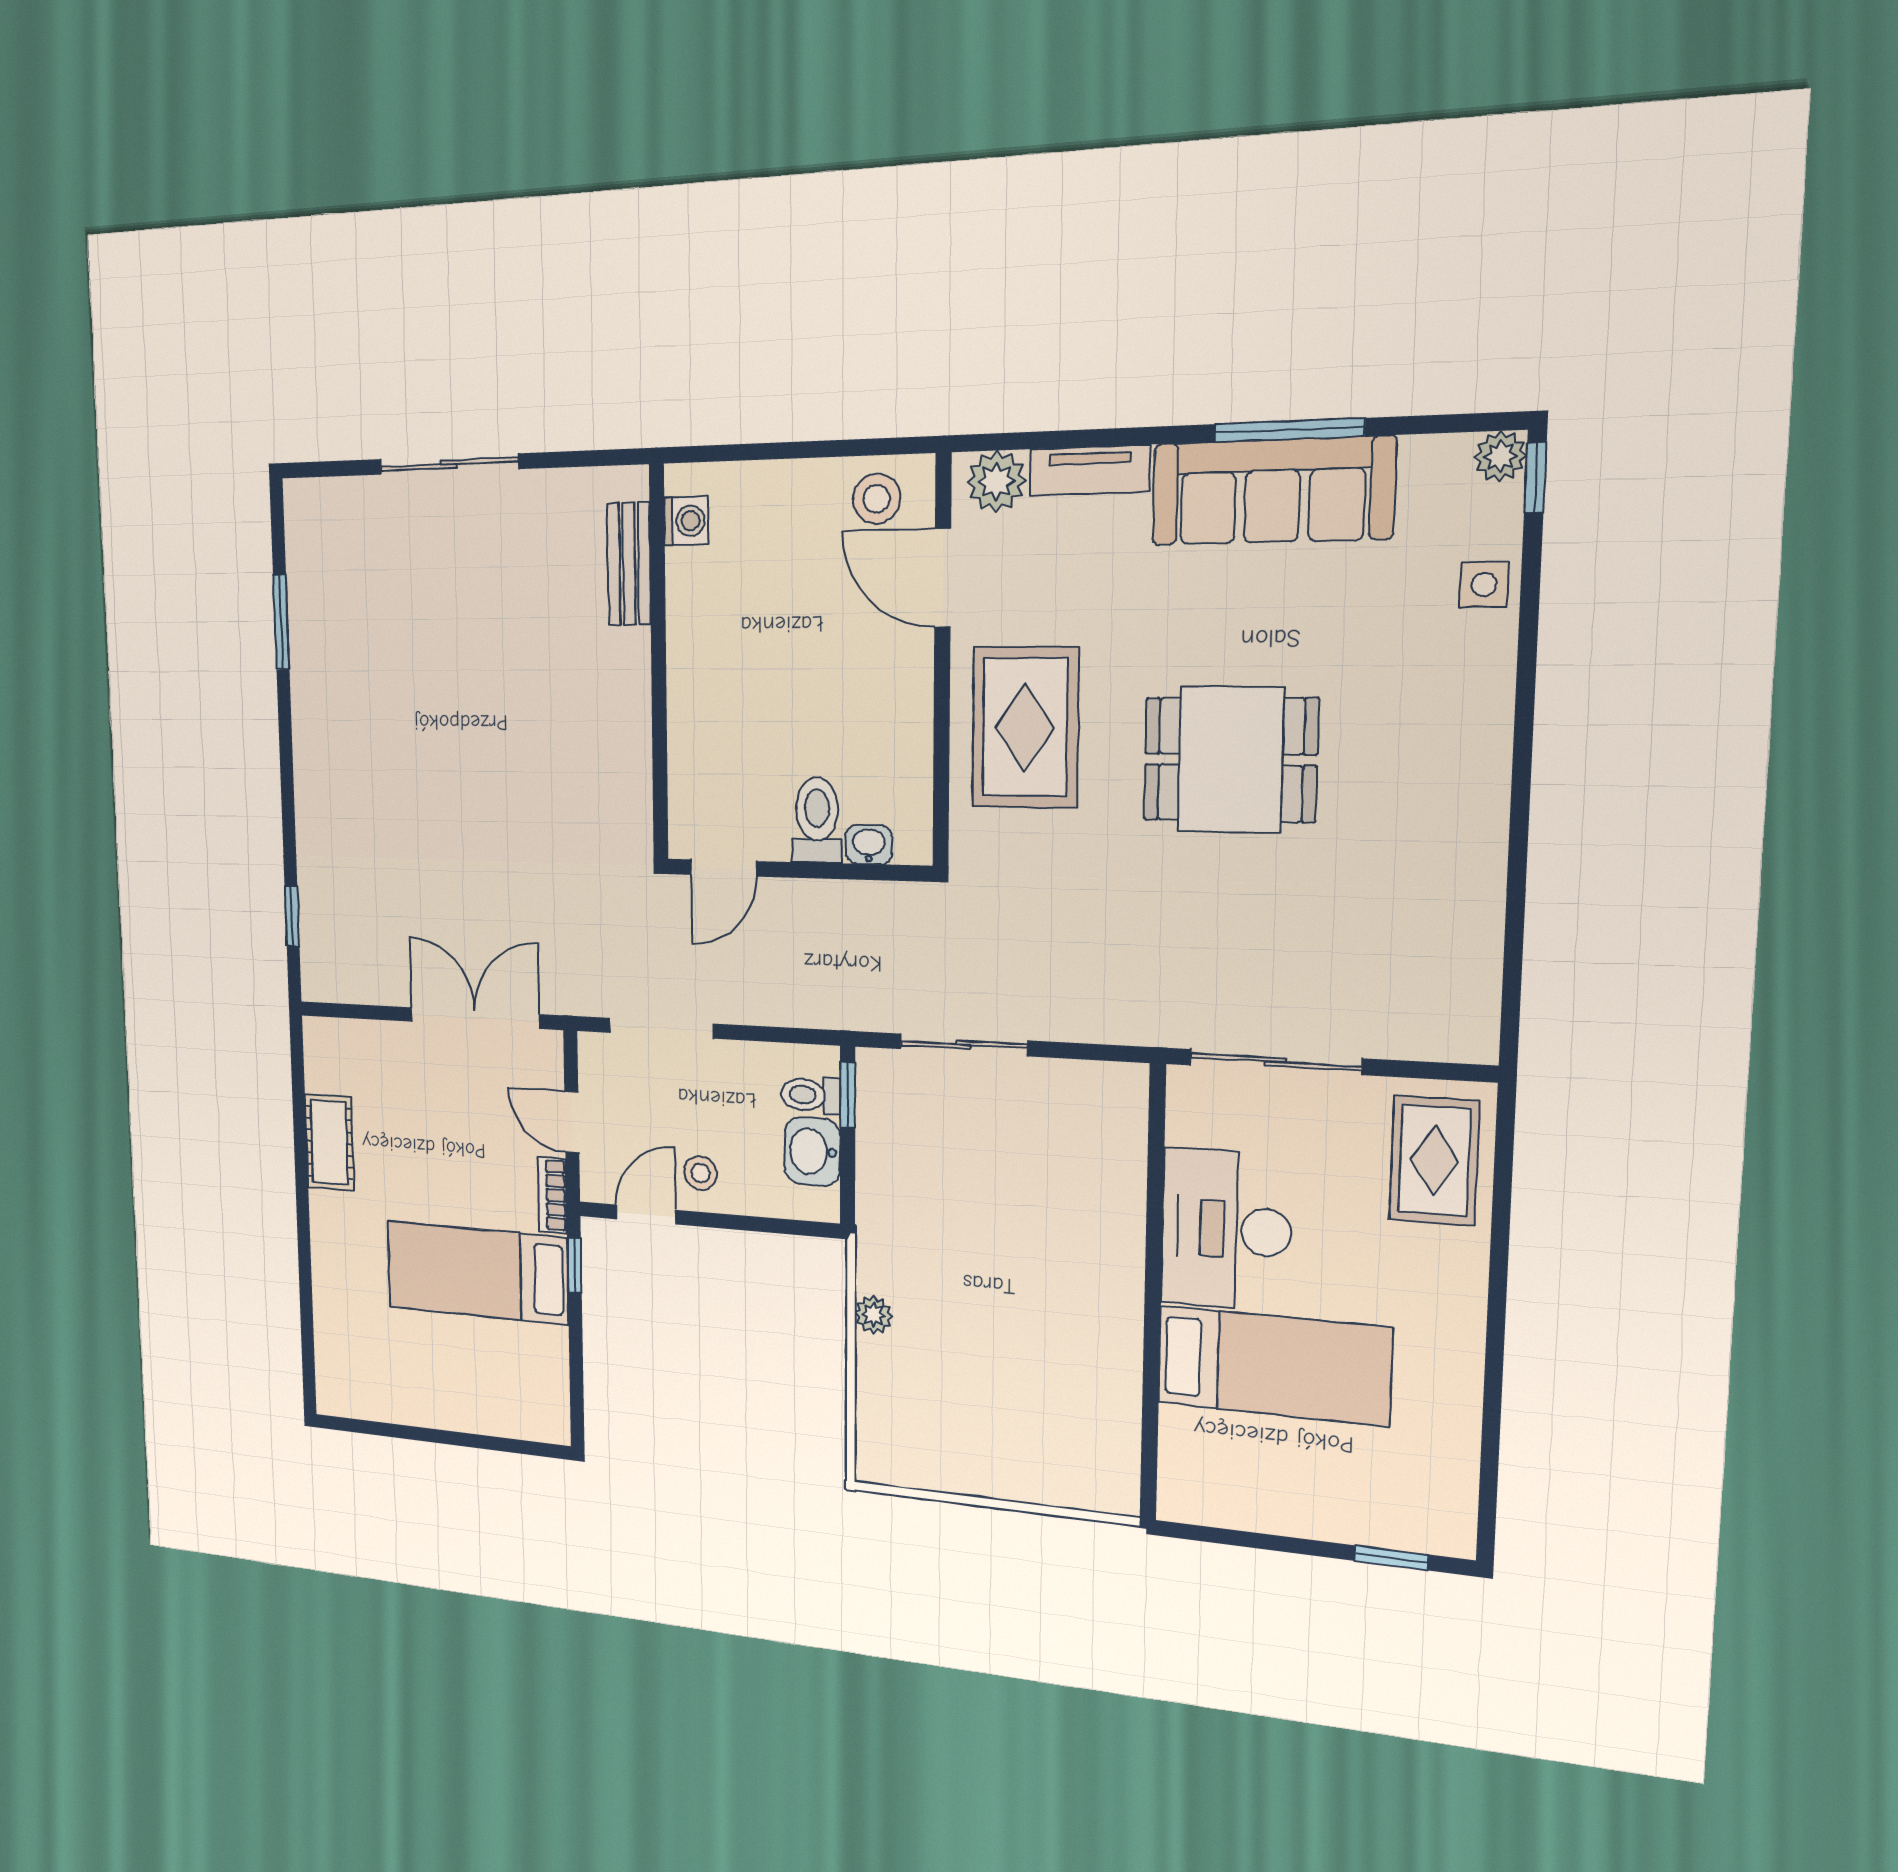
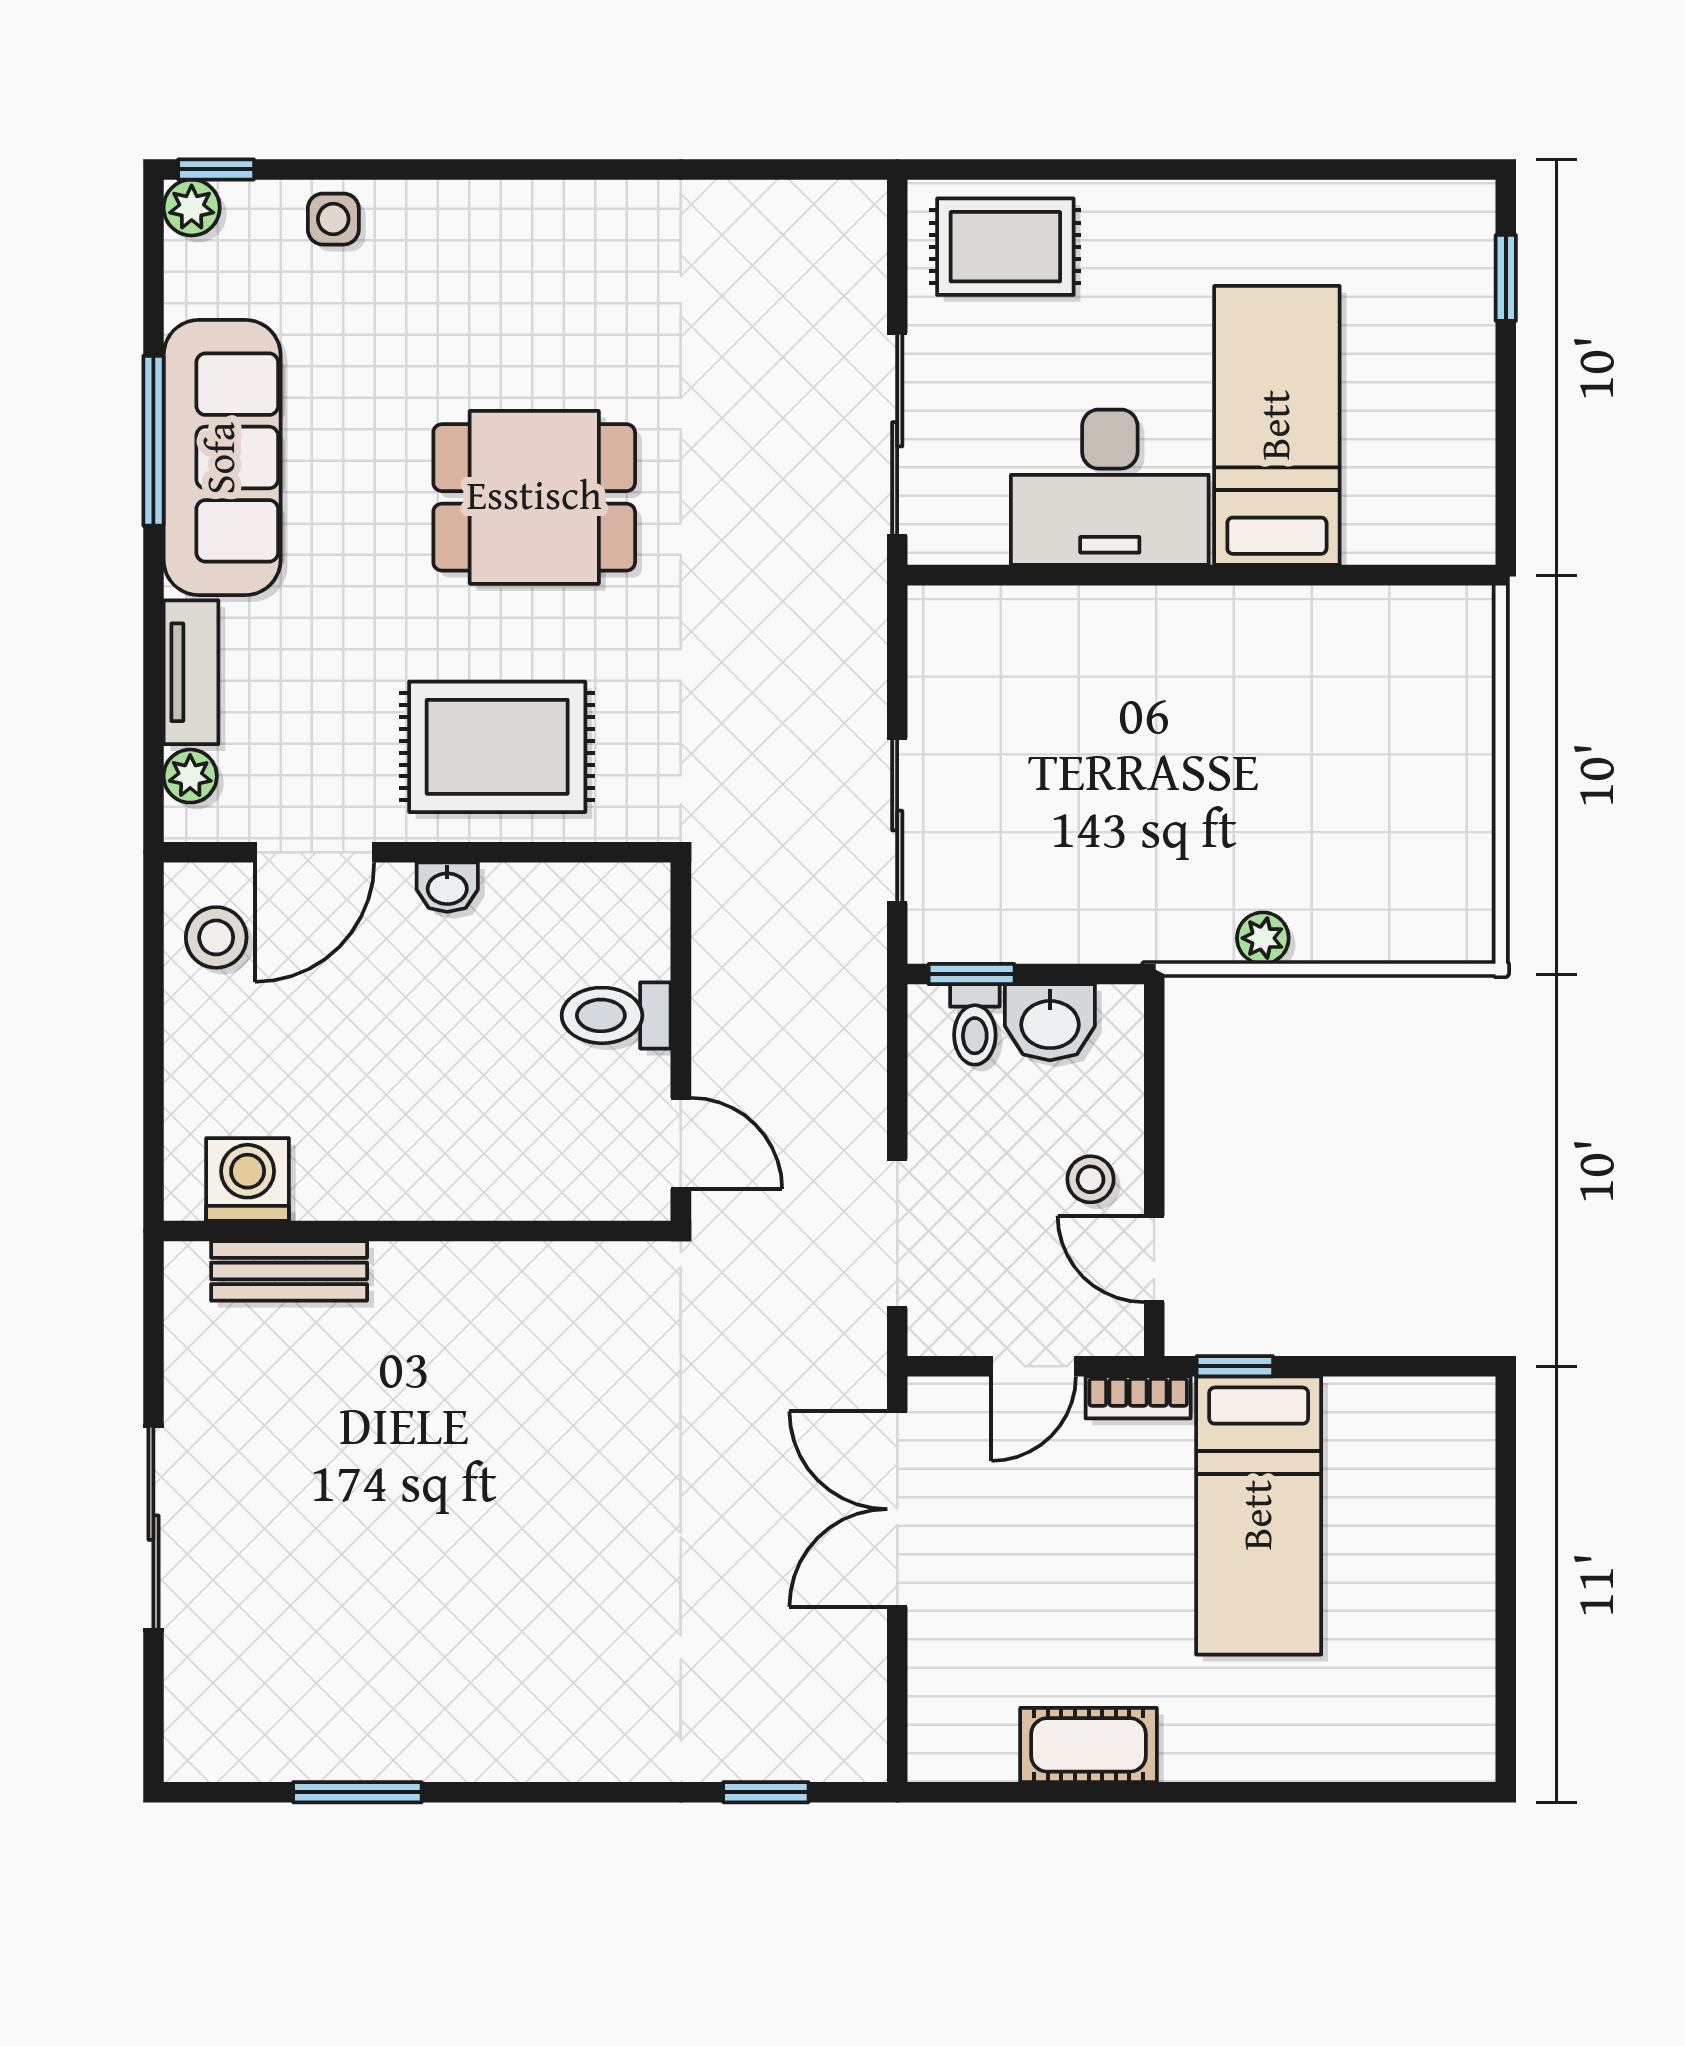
plant: (996, 481) -> (190, 776), width x0.73, depth x0.73
washing machine: (686, 521) -> (248, 1179), width x1.38, depth x1.38
dining table: (1230, 760) -> (534, 497), turned 90
washbasin: (869, 845) -> (447, 887), moved, turned -90

